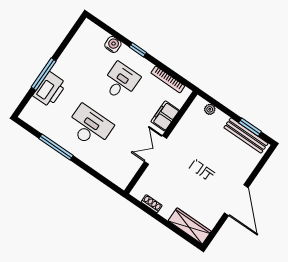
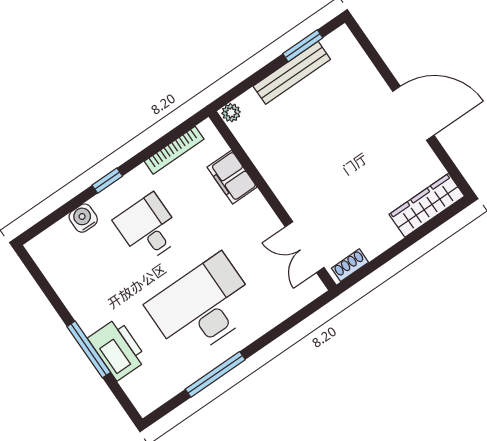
plant: (210, 109) -> (231, 113), moved
desk: (90, 127) -> (203, 307), width x1.36, depth x1.30
bench: (246, 135) -> (292, 73), moved
double door: (156, 150) -> (305, 247), moved
shoe rack: (152, 204) -> (350, 265), moved

